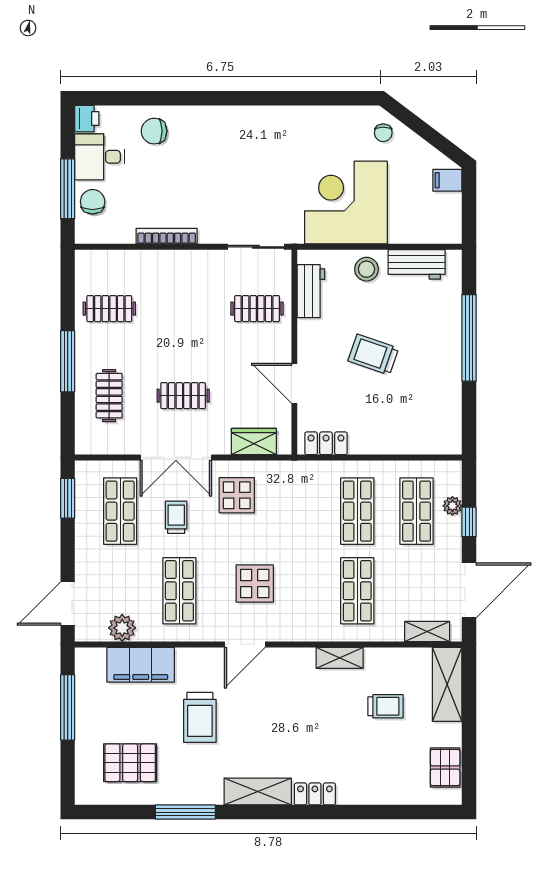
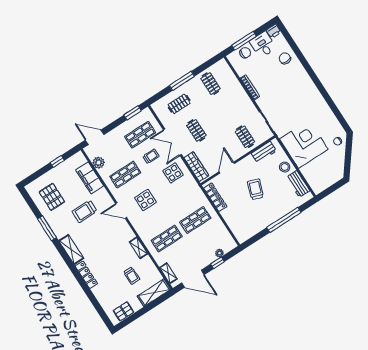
filing cabinet: (447, 180) -> (335, 175), removed
wardrobe: (254, 442) -> (196, 167), width x1.50
locker: (326, 443) -> (215, 197), width x1.53
shop shelf: (417, 511) -> (209, 241), removed
window: (68, 707) -> (57, 161), width x0.46
locker: (315, 794) -> (86, 275), width x1.53

